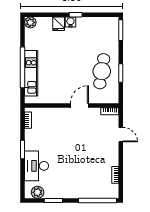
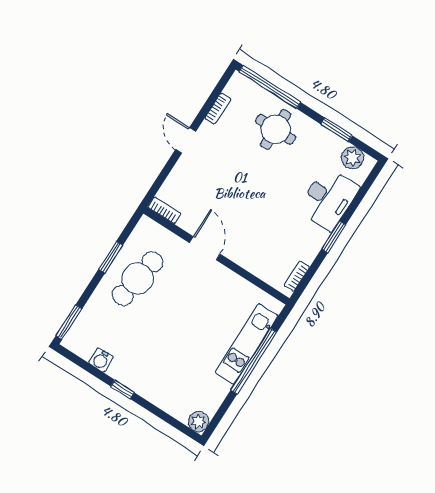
water cooler: (70, 22) -> (101, 360), moved
fridge: (59, 24) -> (157, 392), removed
door: (79, 106) -> (205, 248), swing flipped
door: (121, 135) -> (186, 140), moved
round table: (82, 182) -> (276, 129), added

